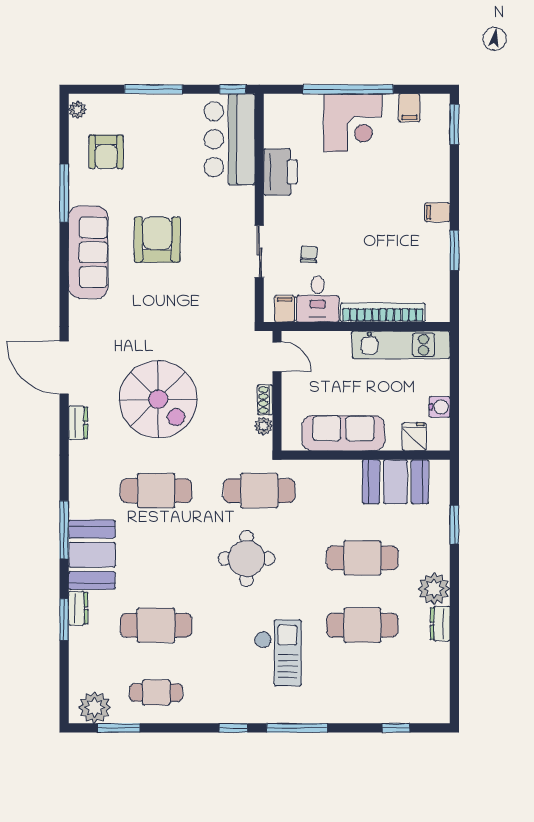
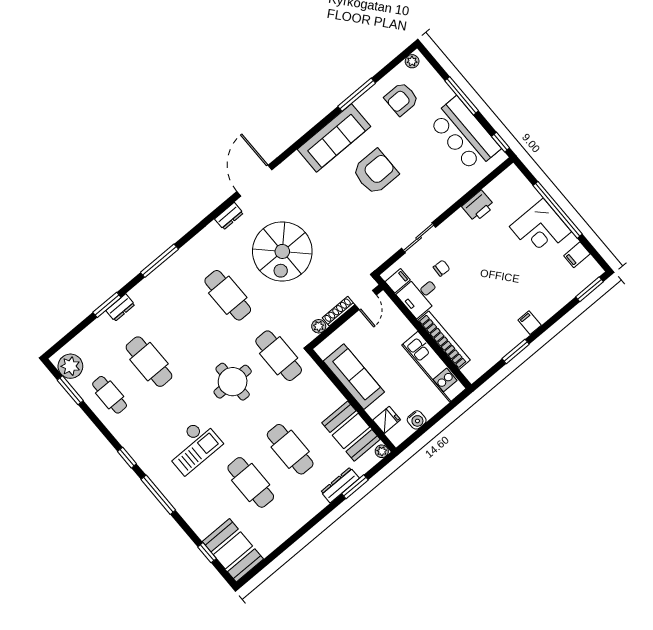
bar counter: (230, 139) -> (464, 134), moved, turned -90
printer: (280, 172) -> (478, 206), width x0.73, depth x0.84
shoe rack: (265, 400) -> (338, 311), width x1.43
booth: (92, 555) -> (233, 550), moved, turned 90
plant: (434, 589) -> (382, 451), moved, width x0.53, depth x0.53
dresser: (440, 624) -> (340, 485), moved, width x1.44

